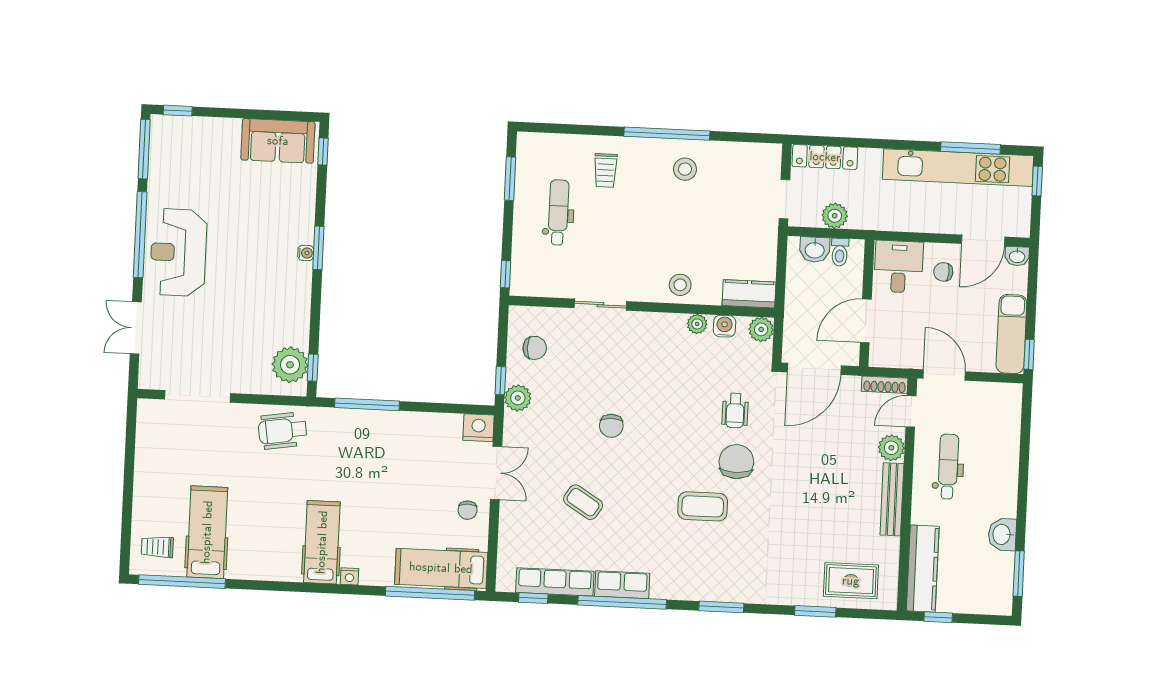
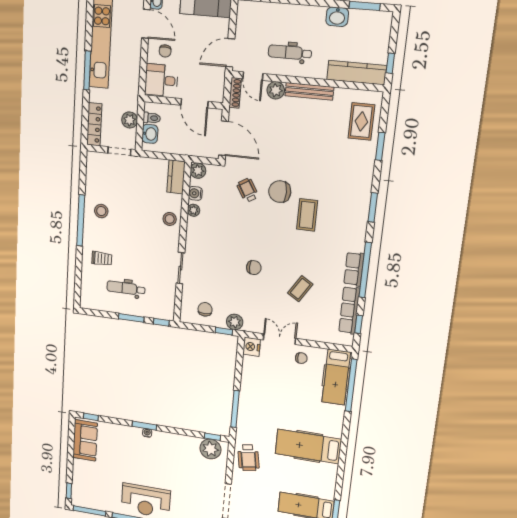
window: (970, 148) -> (87, 70), moved
window: (510, 179) -> (131, 318), moved
wheelchair: (735, 411) -> (248, 190), turned -121
hospital bed: (322, 542) -> (308, 446), width x1.37, depth x1.29
nightstand: (349, 576) -> (338, 431), removed

